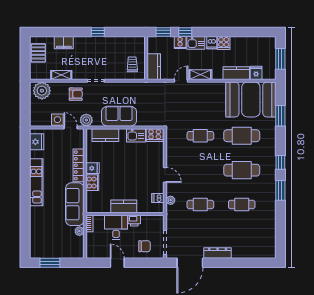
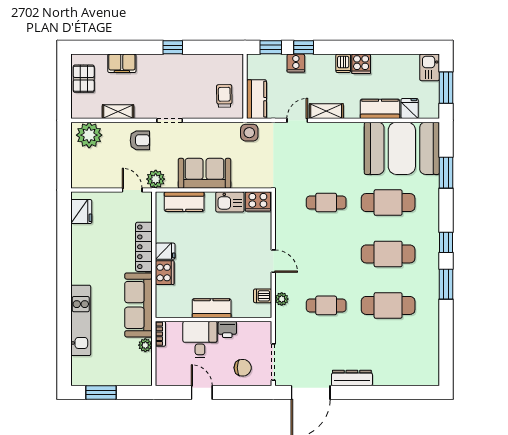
kitchen sink: (196, 43) -> (430, 67), moved, turned 90
side table: (57, 120) -> (249, 133), moved
kitchen unit: (36, 182) -> (81, 320), moved
cafe table: (242, 205) -> (388, 305), width x1.37, depth x1.35

